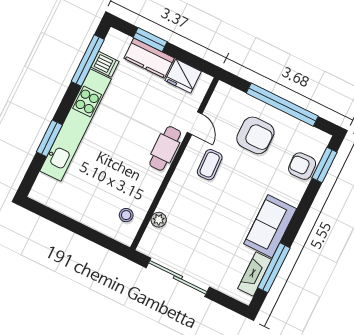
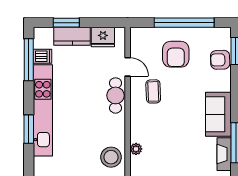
armchair: (255, 135) -> (176, 54), turned 90
stool: (126, 215) -> (111, 157), width x1.89, depth x1.89

